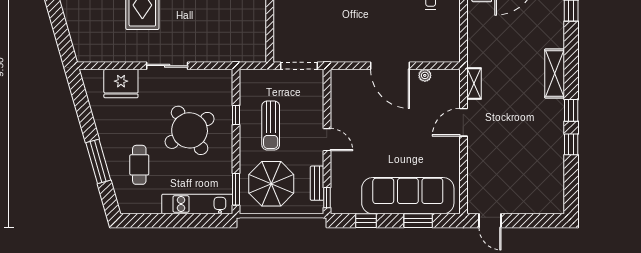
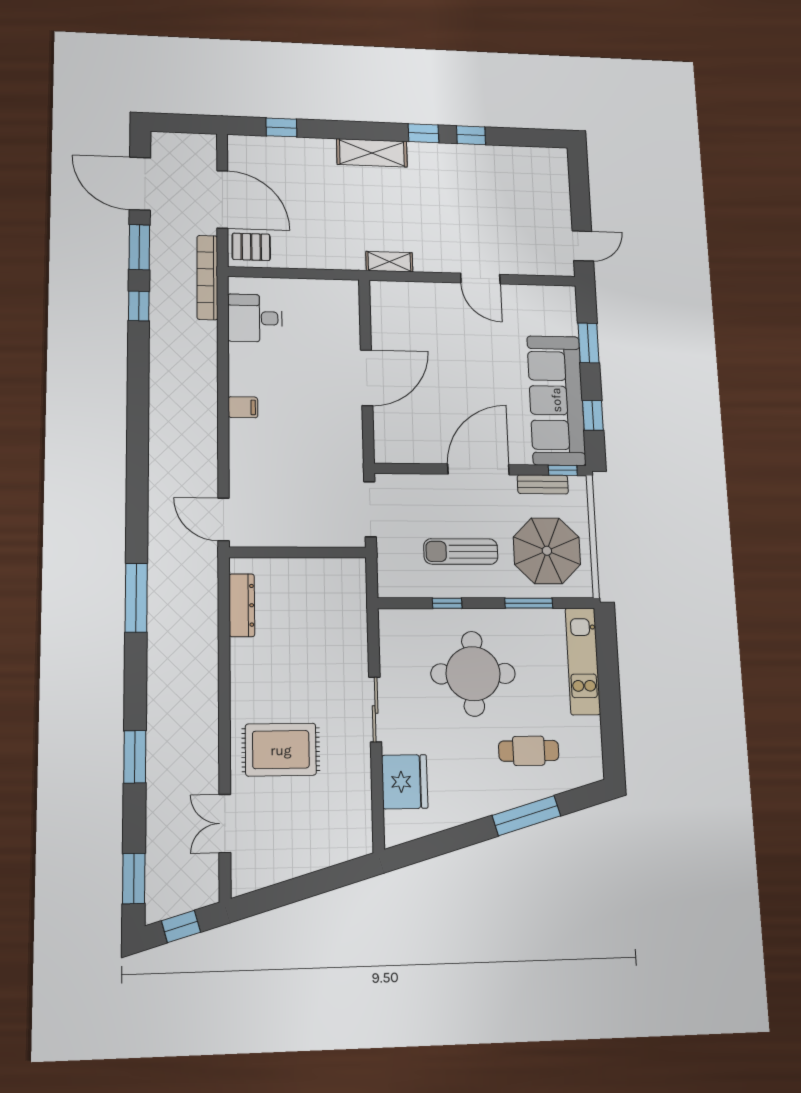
plant: (425, 75) -> (380, 329), removed
door: (463, 122) -> (480, 279), moved
sun lounger: (271, 125) -> (461, 552), turned 180
round table: (190, 130) -> (473, 674), turned 33
door: (327, 140) -> (478, 469), width x1.87
window: (236, 189) -> (529, 603), moved
sofa: (408, 196) -> (556, 400), moved

